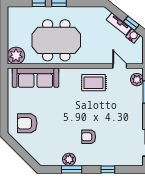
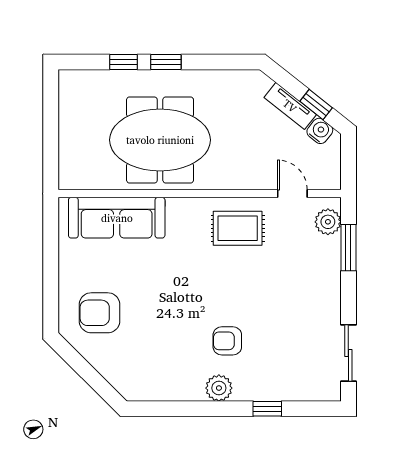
plant: (16, 56) -> (76, 172), removed
plant: (69, 159) -> (219, 388), moved
window: (72, 169) -> (192, 409), removed

